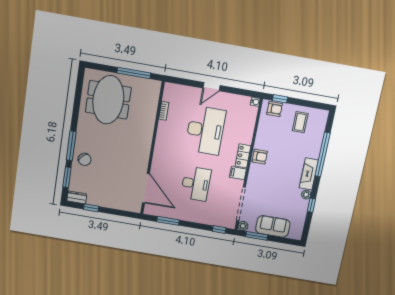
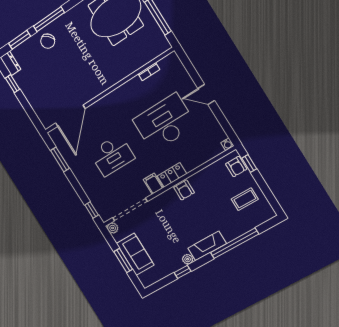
desk: (205, 130) -> (164, 123), turned 180
window: (257, 236) -> (123, 260), moved

